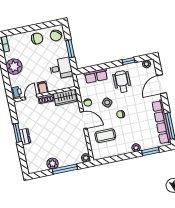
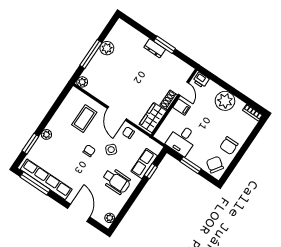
window: (128, 61) -> (151, 171), moved
door: (84, 120) -> (117, 114), hinge flipped

